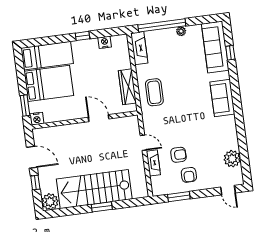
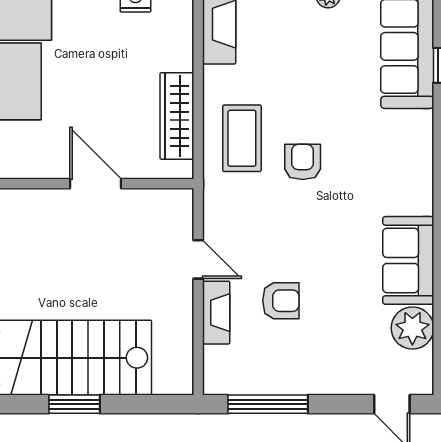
sofa: (222, 98) -> (408, 260), moved
armchair: (189, 175) -> (303, 162), moved, turned 180
window: (179, 197) -> (268, 404), width x1.44

